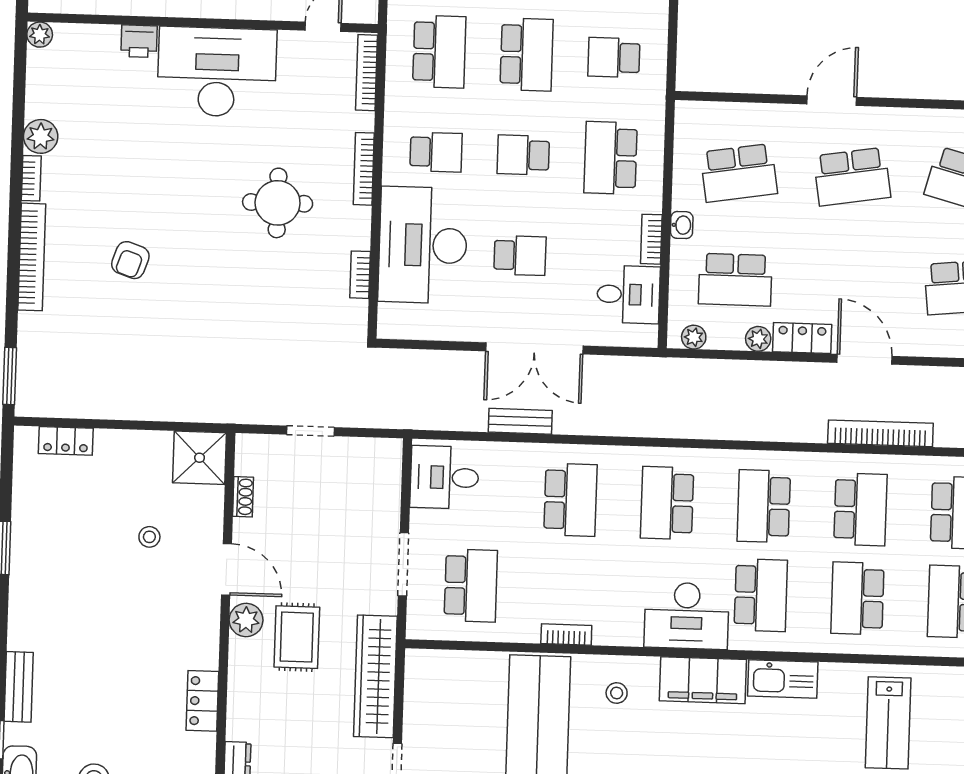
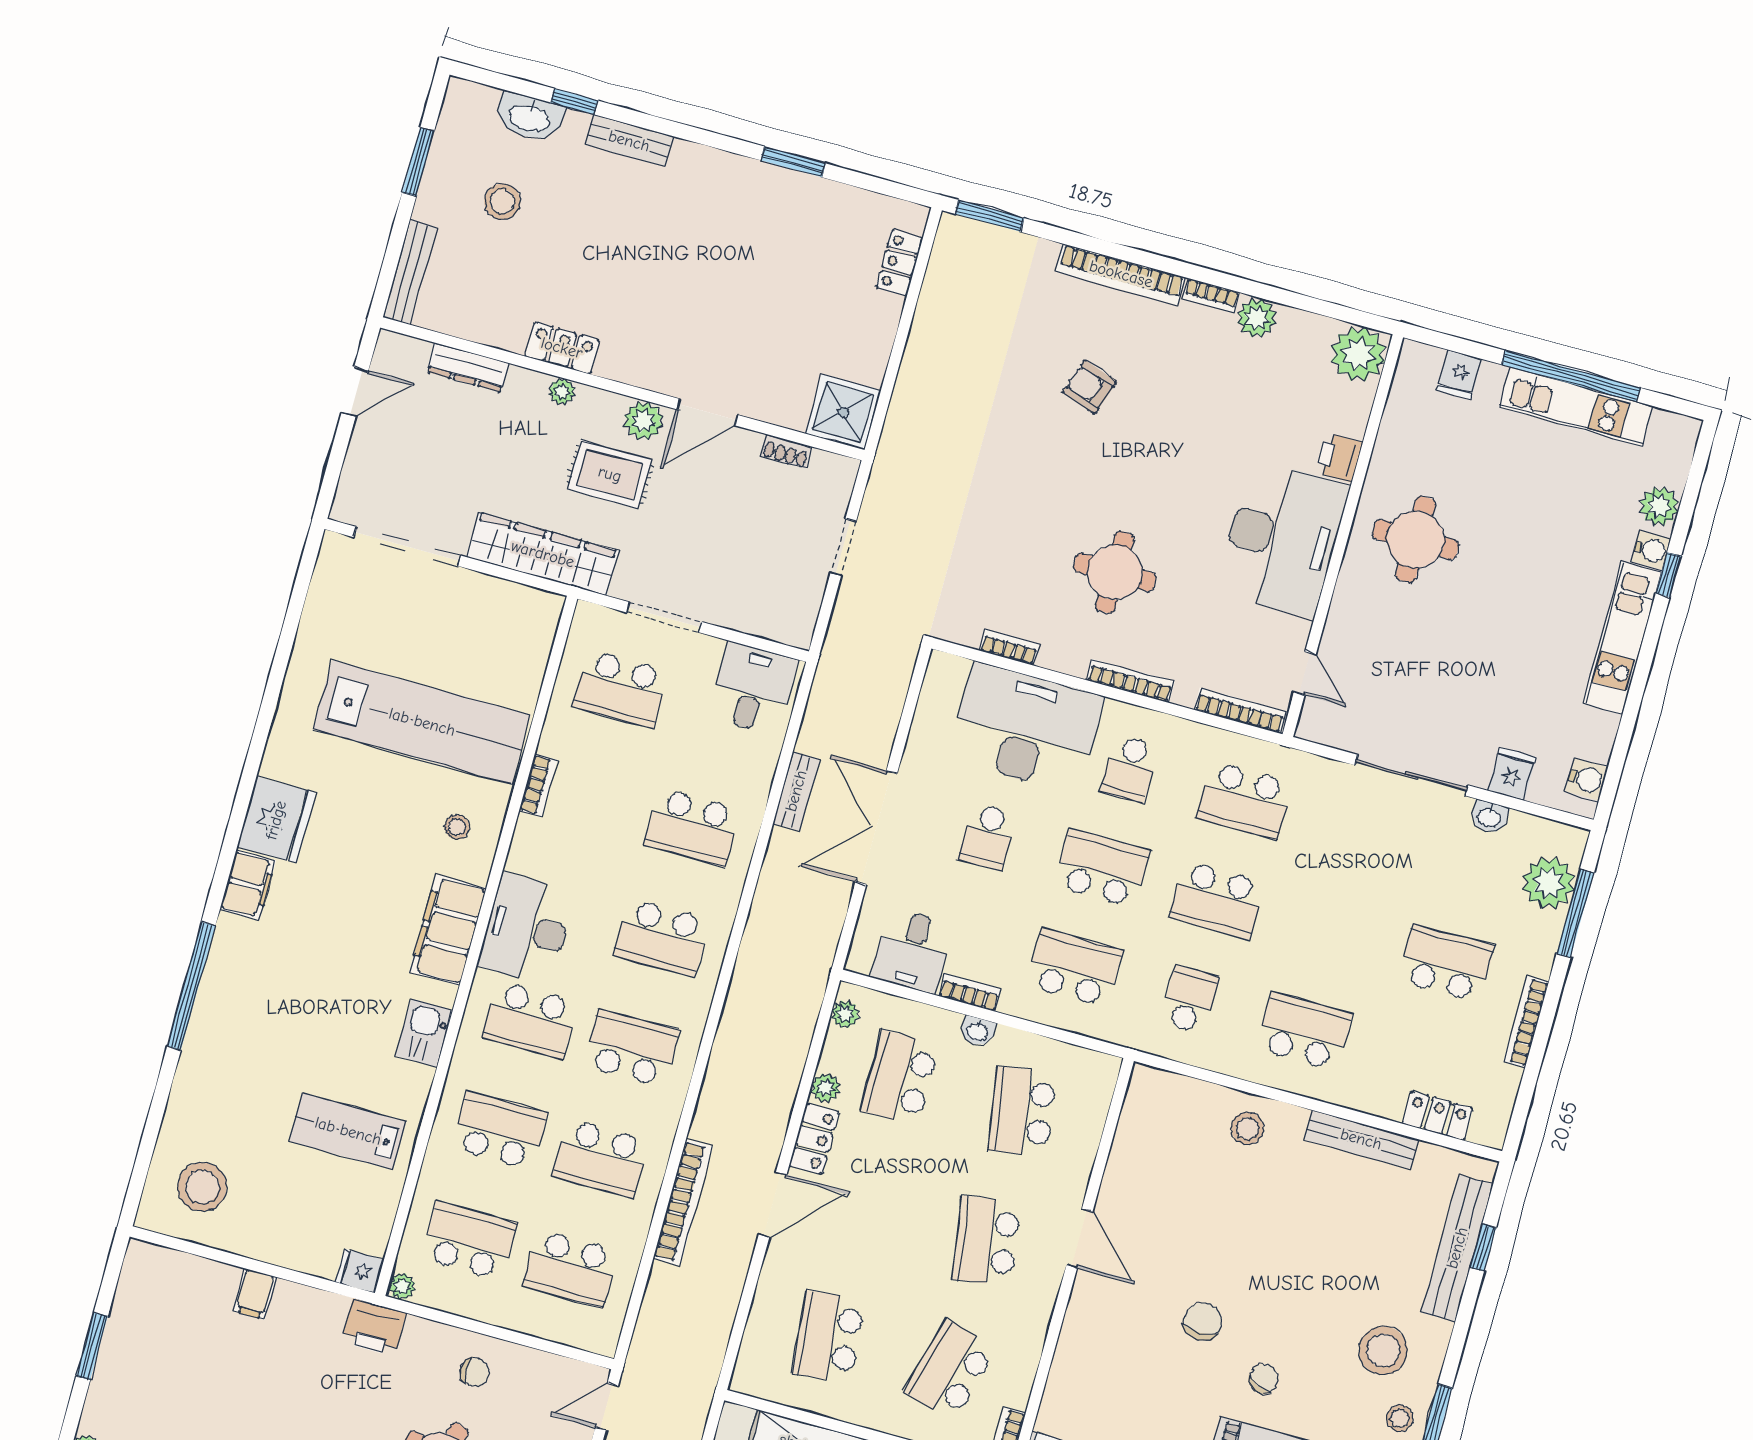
plant: (40, 35) -> (1358, 354), width x1.88, depth x1.88
school desk: (523, 155) -> (1102, 868), width x1.85
school desk: (667, 503) -> (662, 938), turned 180
stool: (149, 537) -> (766, 332), removed
kitchen sink: (783, 679) -> (424, 1033), width x0.73
plant: (238, 693) -> (562, 391), added

